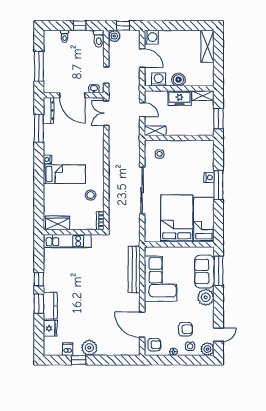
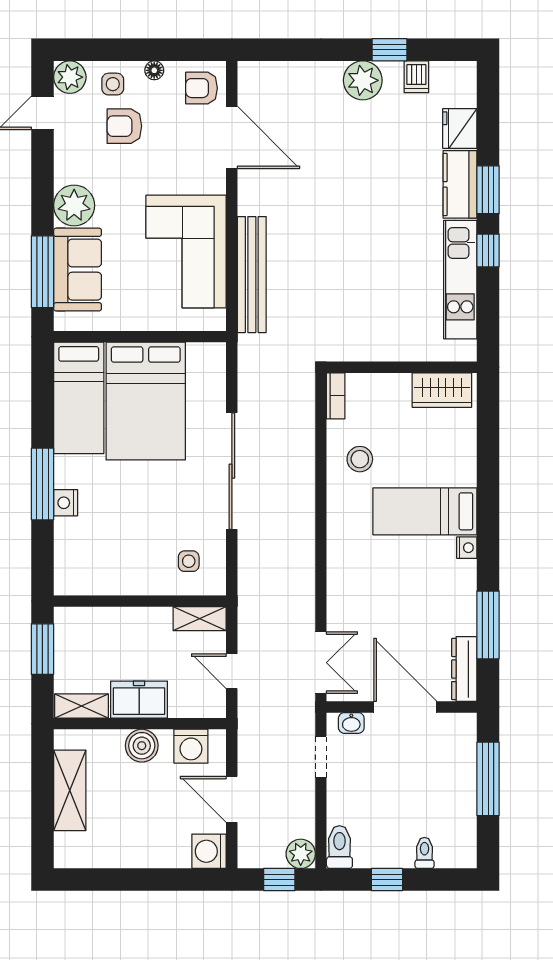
shelving: (207, 46) -> (70, 790), moved
kitchen unit: (67, 241) -> (460, 280), moved, turned -90

